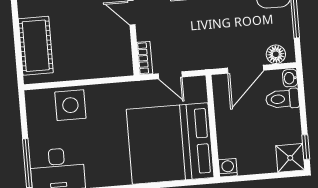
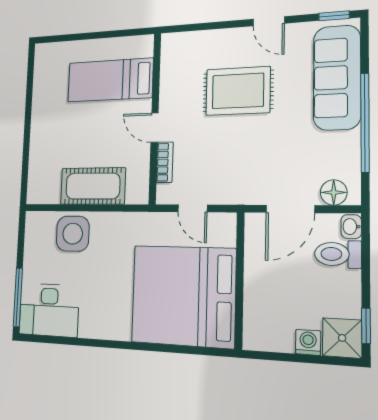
cot: (36, 46) -> (93, 186), moved, turned 90
bookcase: (145, 58) -> (165, 162), moved
washing machine: (228, 168) -> (308, 342), moved

